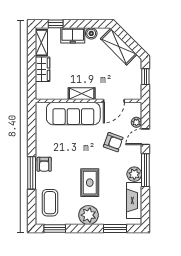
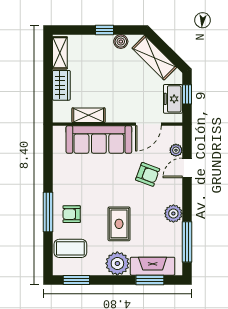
window: (56, 24) -> (104, 30), moved
freezer: (73, 35) -> (173, 99), moved, turned 90
shelving: (82, 94) -> (89, 115), moved
armchair: (44, 164) -> (72, 214), moved, turned 90
window: (145, 170) -> (187, 242), moved
fireplace: (134, 201) -> (153, 266), moved, turned 90
coffee table: (50, 203) -> (70, 248), turned 90

